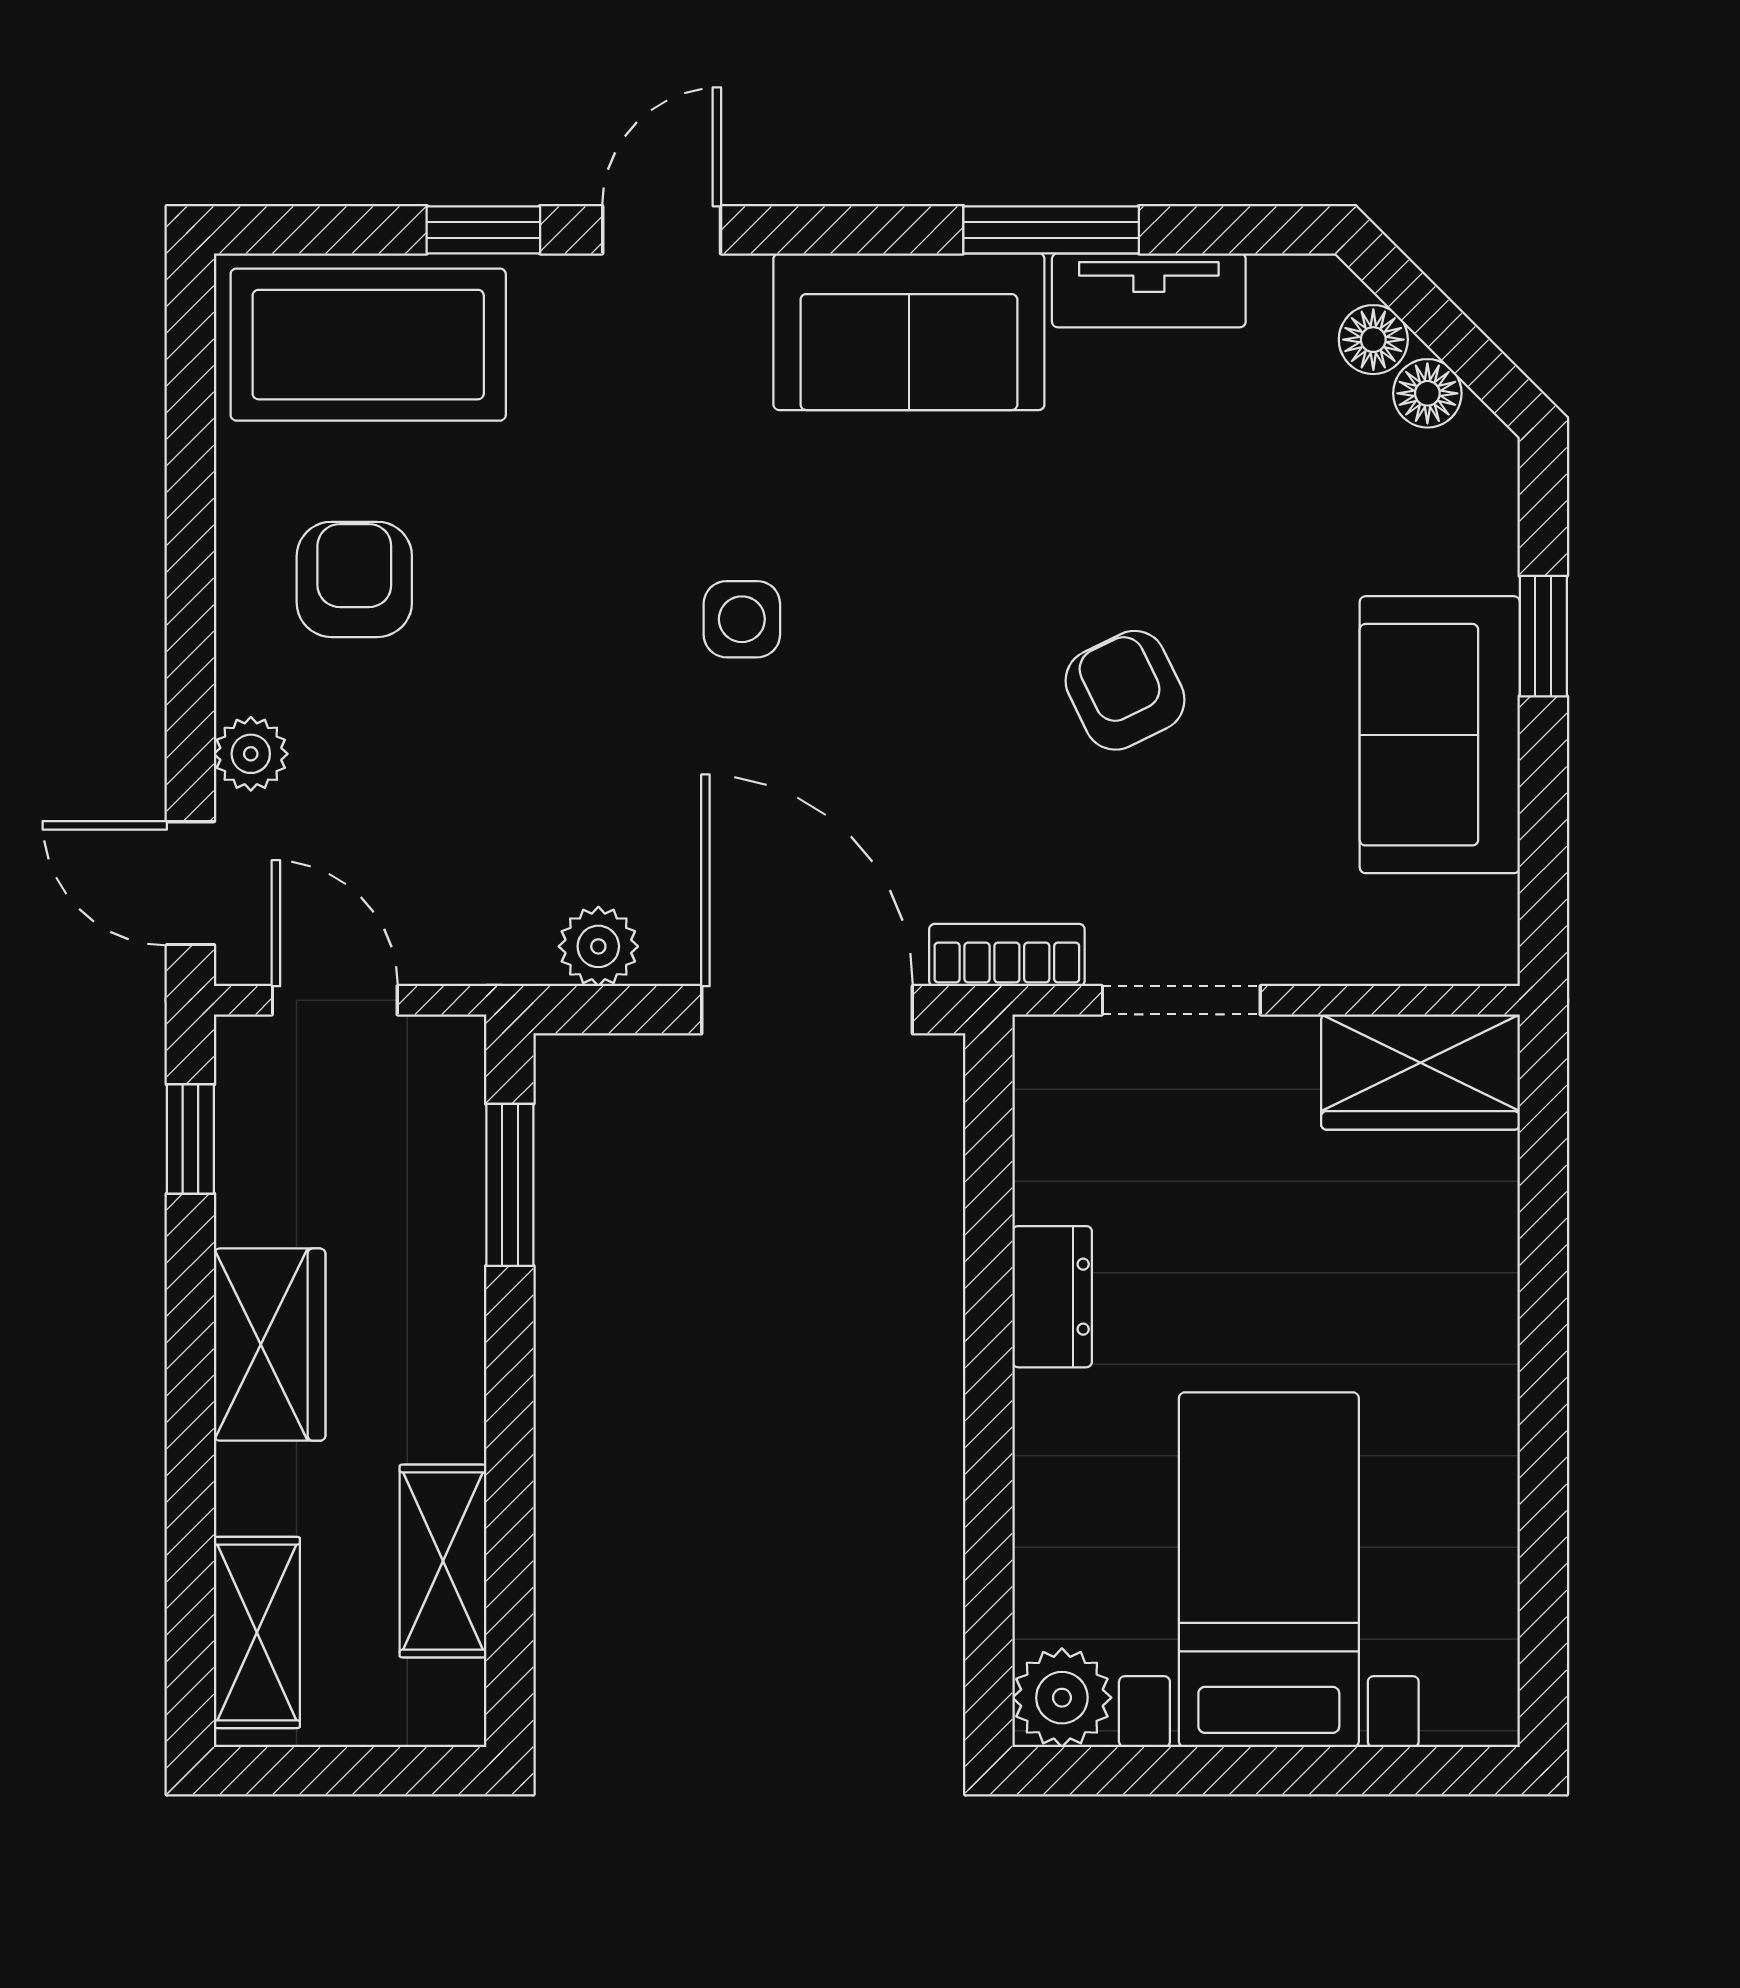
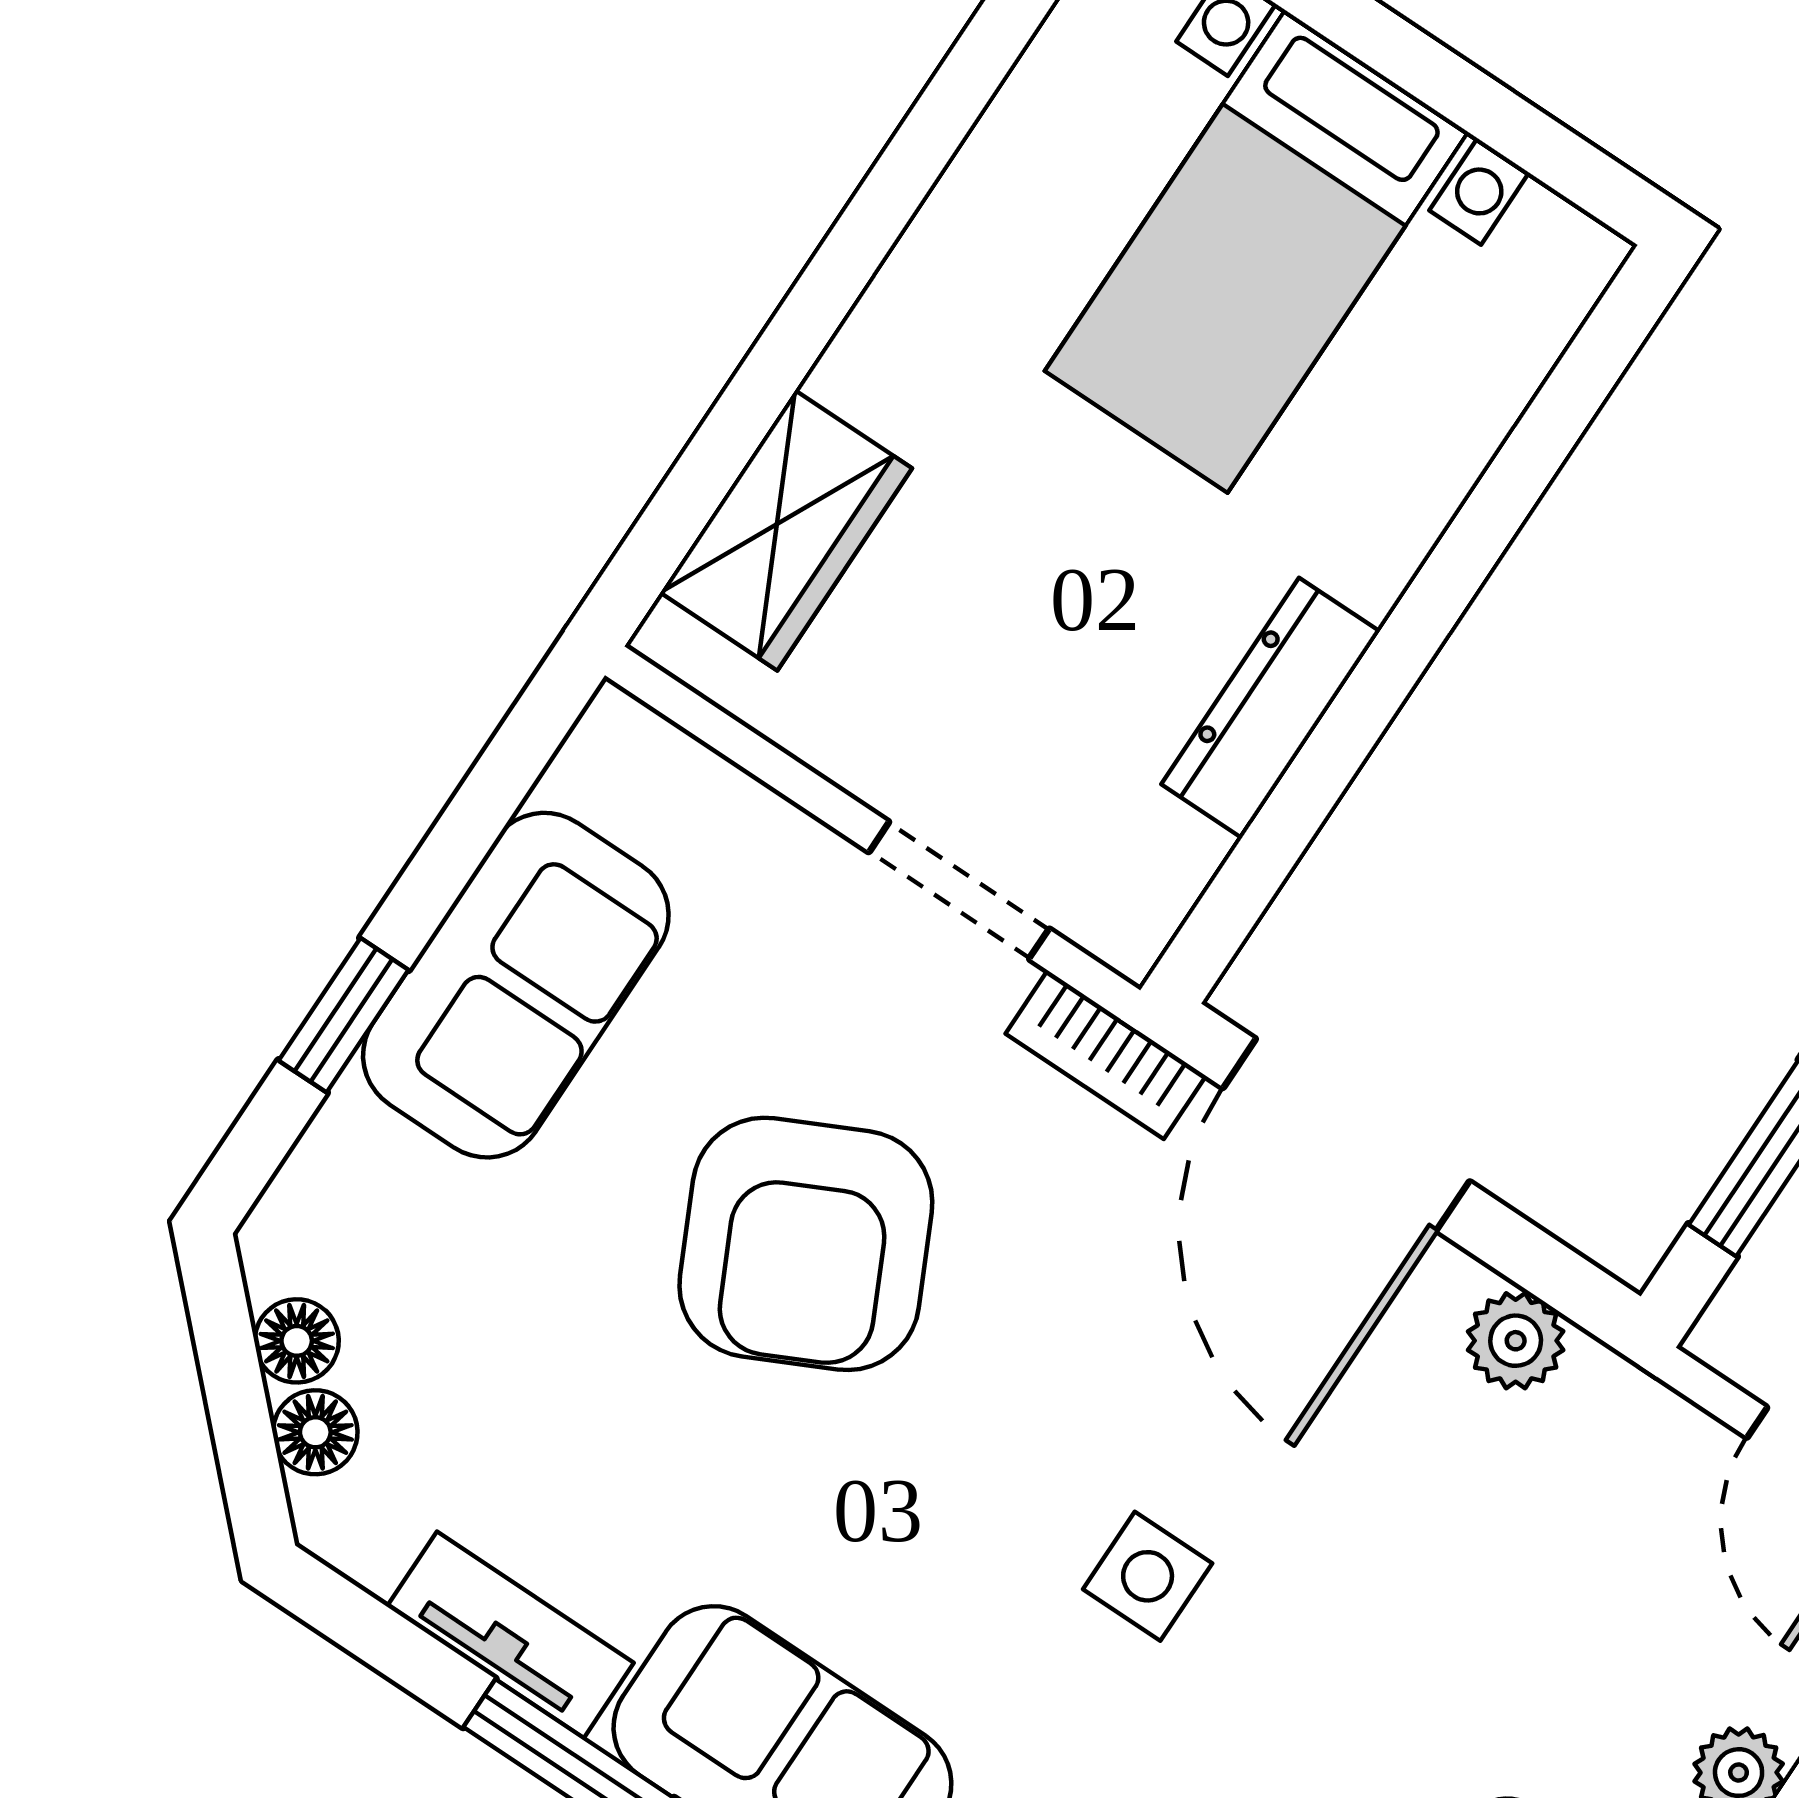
armchair: (1125, 690) -> (806, 1244), width x1.88, depth x1.88
wardrobe: (1420, 1072) -> (786, 530), moved, turned 90
dresser: (1052, 1297) -> (1271, 708), width x1.44
plant: (1062, 1698) -> (1554, 262), removed

